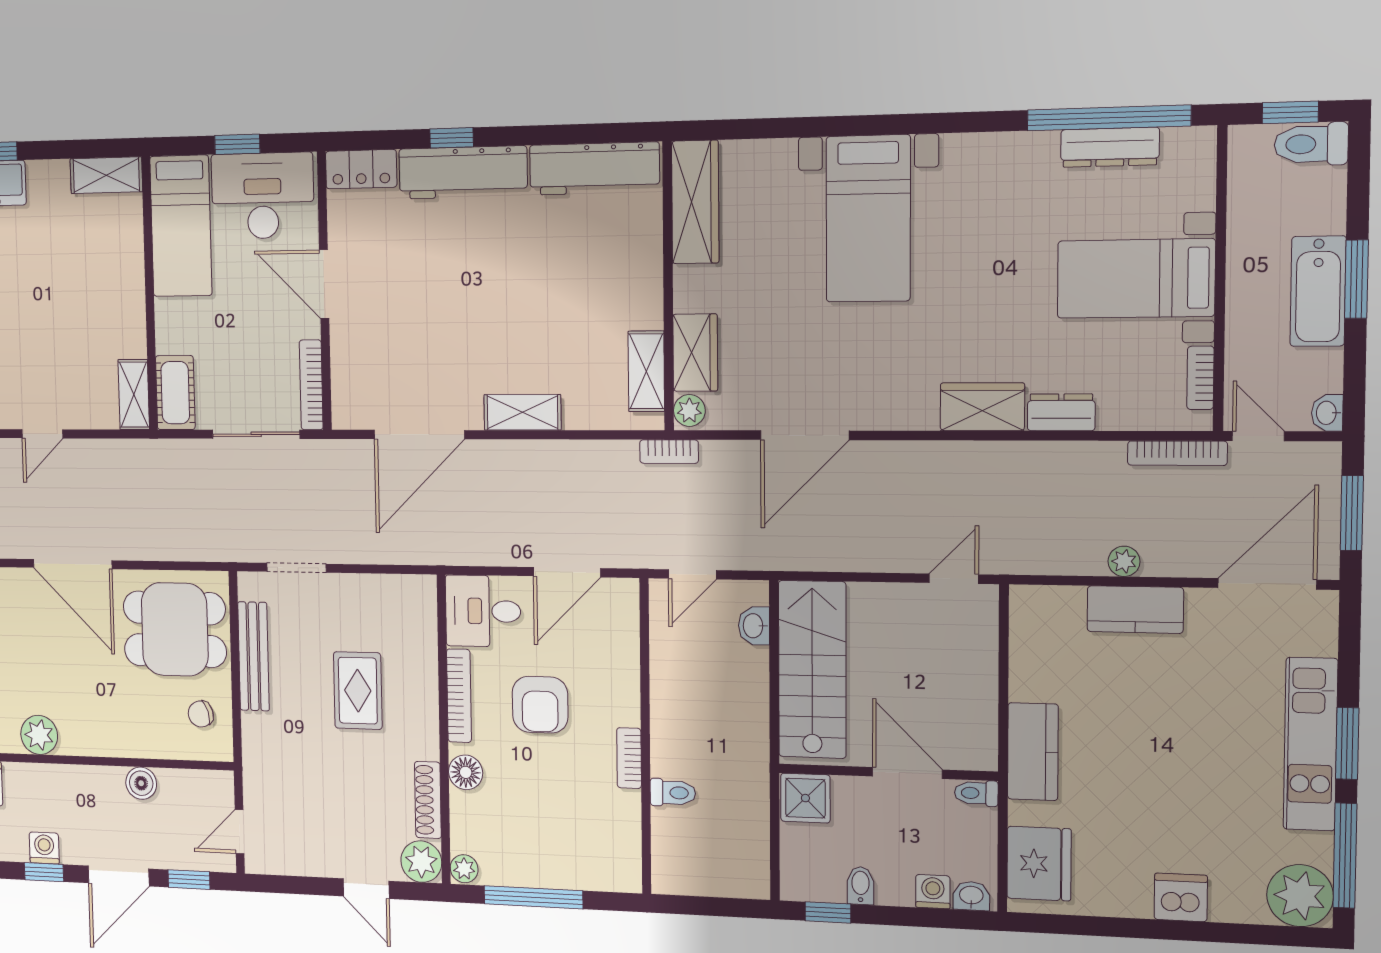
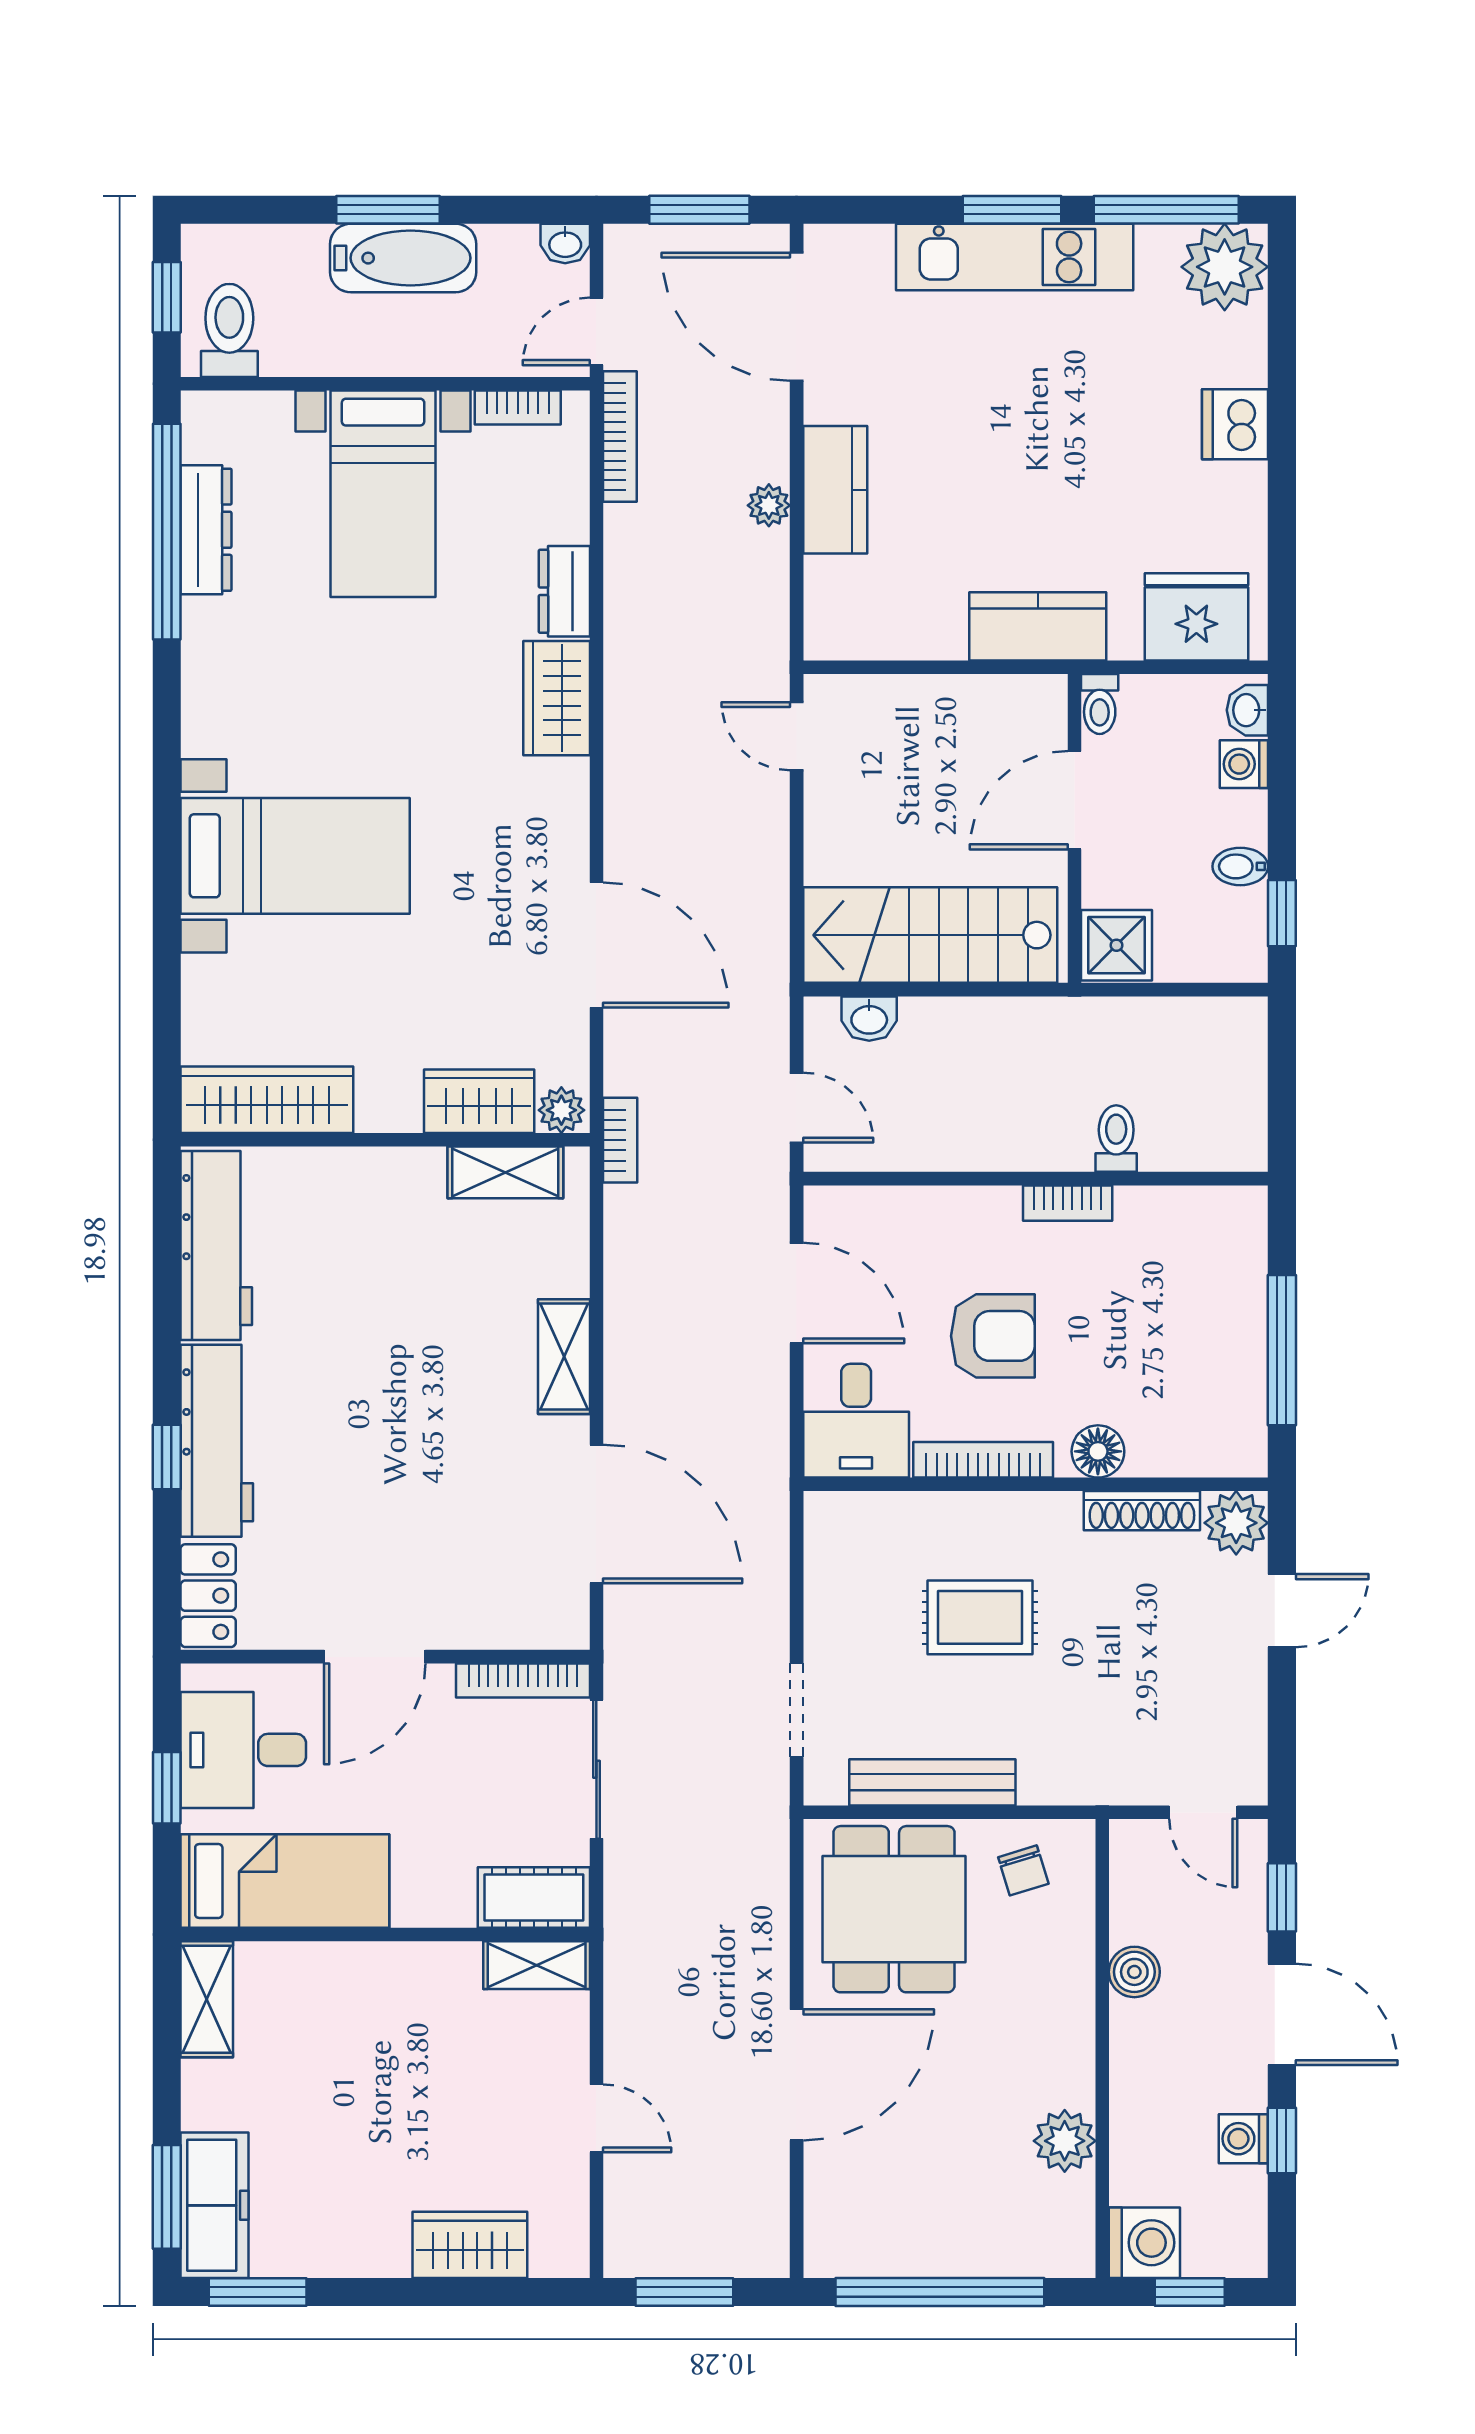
toilet: (1311, 144) -> (229, 330), moved, turned 180
desk: (263, 196) -> (243, 1750), width x0.73
plant: (464, 869) -> (1244, 1456), removed

